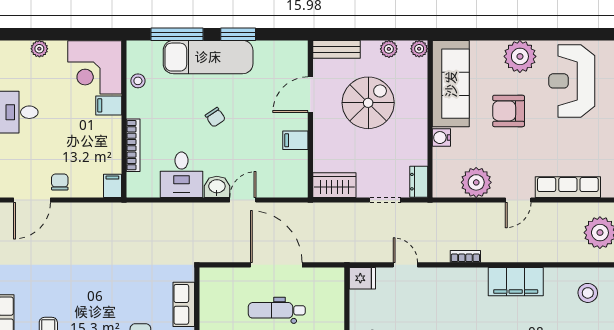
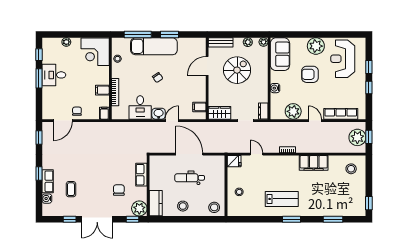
sofa: (451, 84) -> (280, 54), width x0.73
filing cabinet: (109, 105) -> (102, 90), moved
filing cabinet: (295, 140) -> (199, 107), moved
door: (518, 200) -> (315, 121), swing flipped

